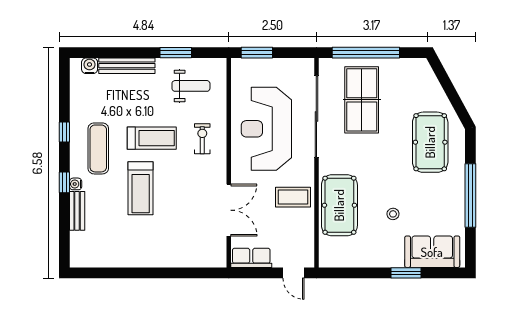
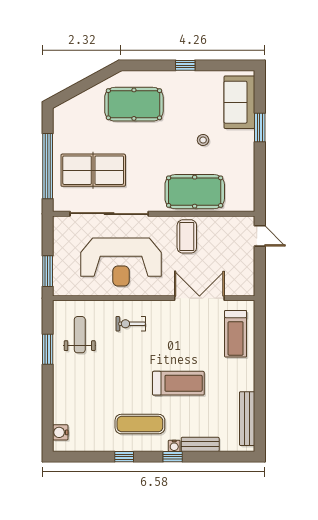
bench: (127, 66) -> (247, 419), moved
treadmill: (152, 138) -> (236, 334), moved, turned 180
window: (470, 195) -> (185, 65), width x0.32
row of seats: (251, 258) -> (245, 277), removed
door: (293, 273) -> (260, 236), hinge flipped

